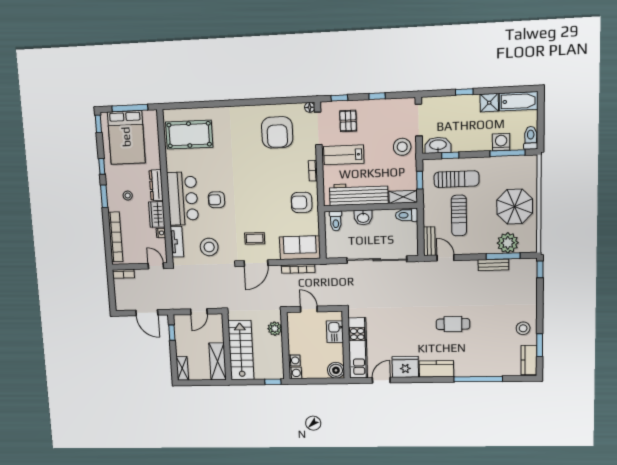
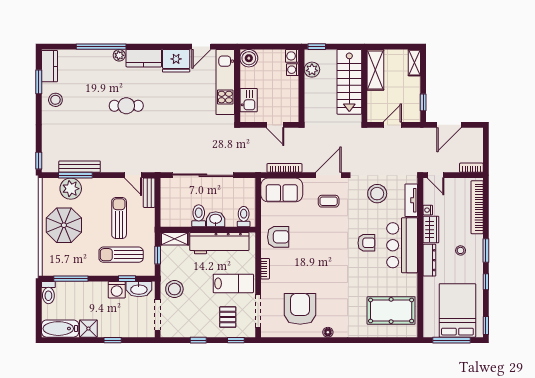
floor lamp: (310, 107) -> (328, 332), moved
washing machine: (501, 142) -> (117, 290), moved
toilet: (407, 215) -> (199, 216), moved, turned -90
bench: (493, 265) -> (80, 167), width x1.36
door: (147, 313) -> (449, 125), swing flipped
plant: (275, 329) -> (312, 70), moved
plant: (460, 371) -> (119, 55), added

